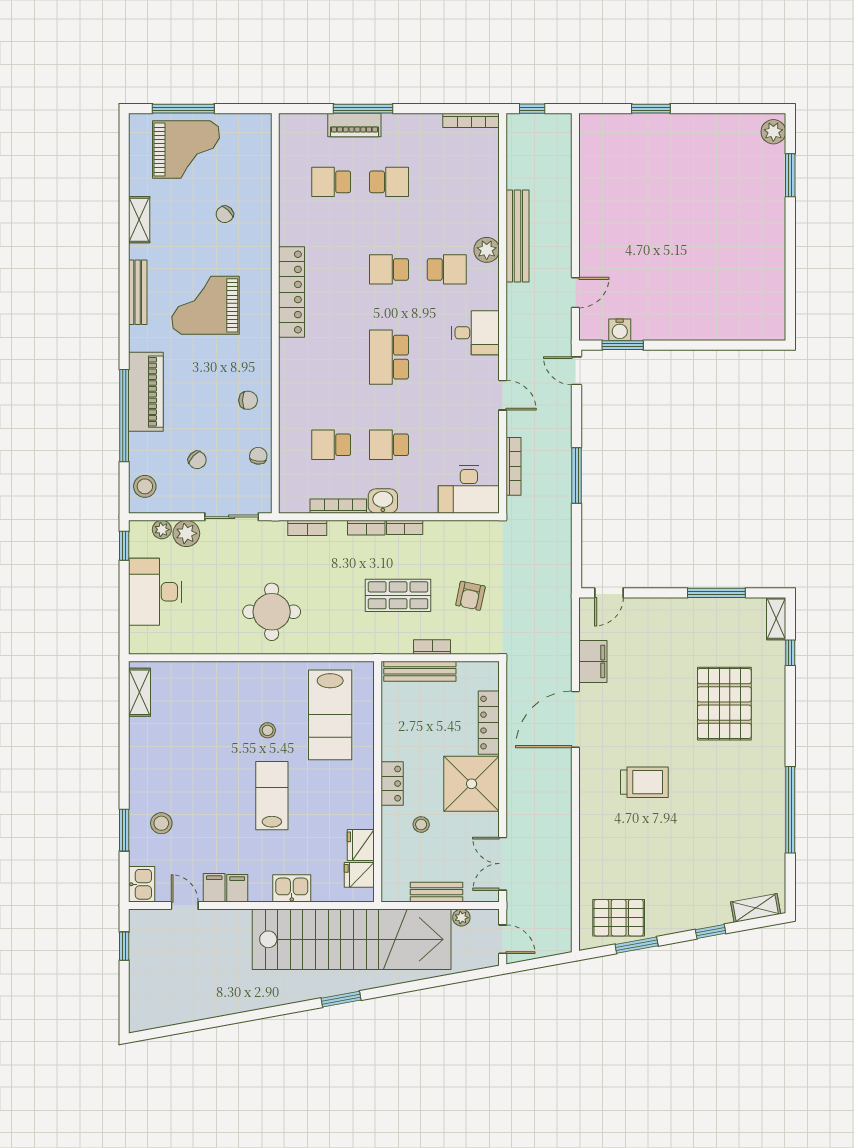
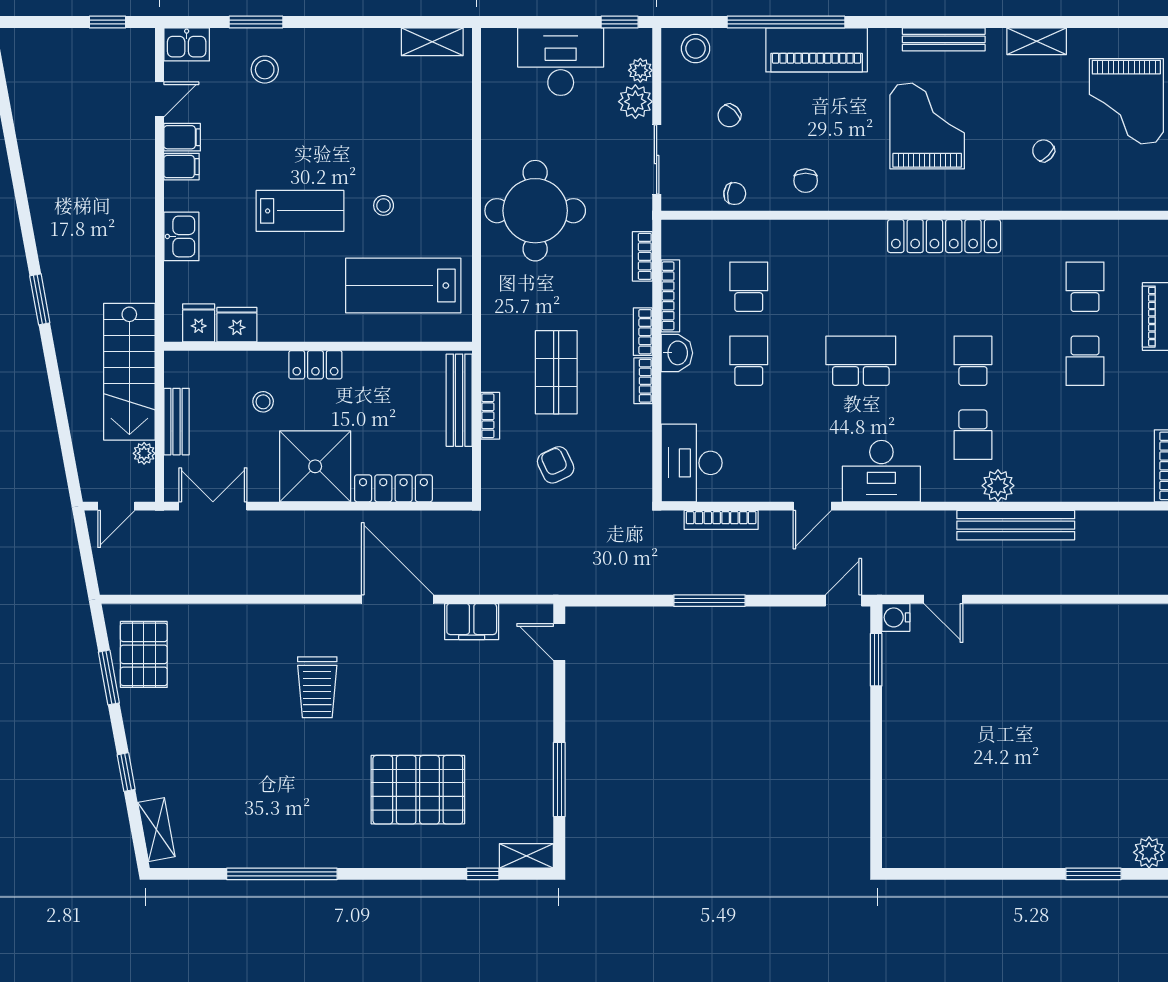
water cooler: (620, 330) -> (896, 617), moved
desk: (475, 333) -> (881, 471), width x1.37
armchair: (470, 596) -> (556, 465), turned 53
round table: (272, 612) -> (535, 211), width x1.36, depth x1.36
stairs: (352, 939) -> (129, 372), width x0.54, depth x0.66

